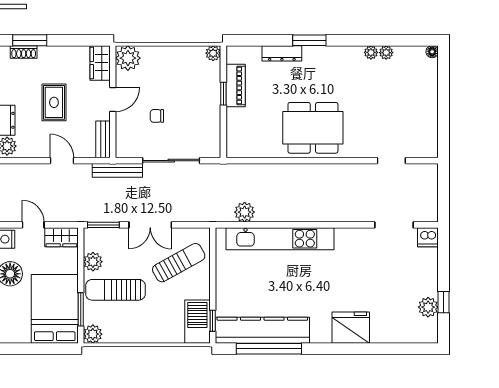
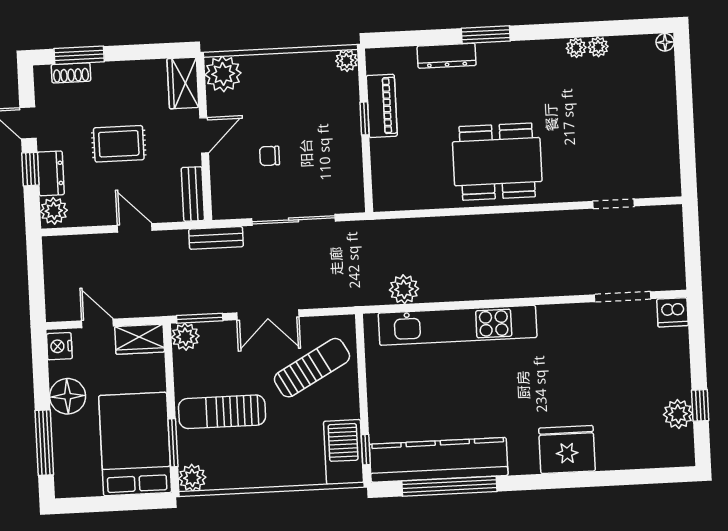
rug: (54, 102) -> (119, 144), turned 90
bench: (117, 170) -> (216, 238), width x0.73
plant: (93, 262) -> (185, 337), moved

